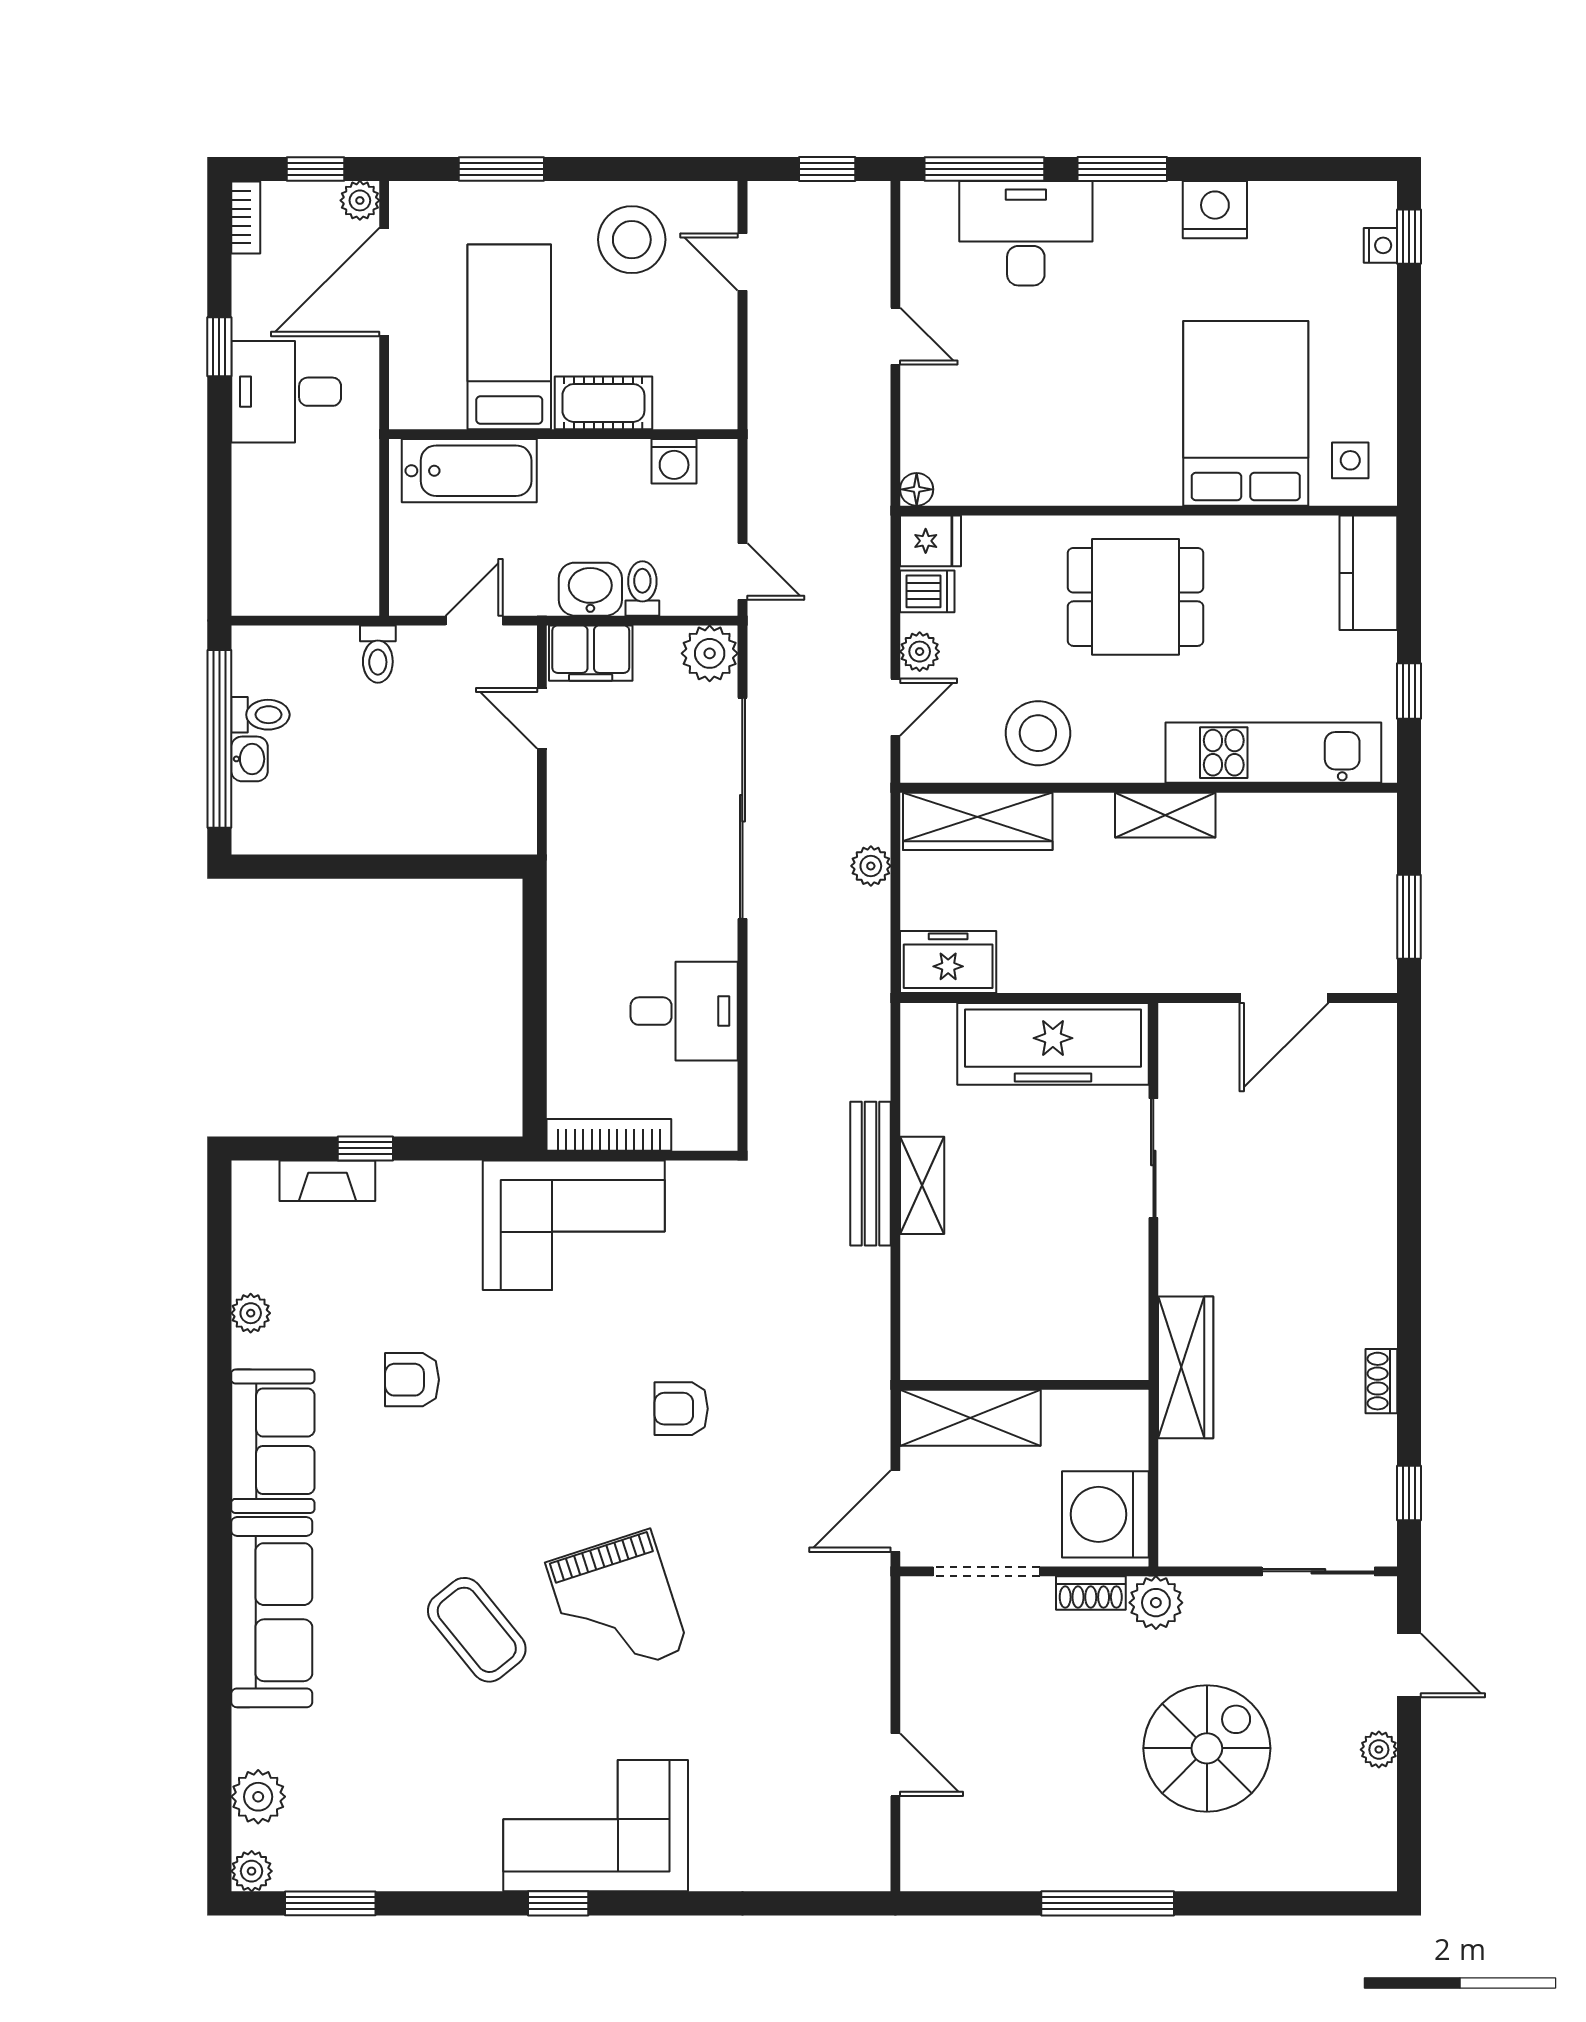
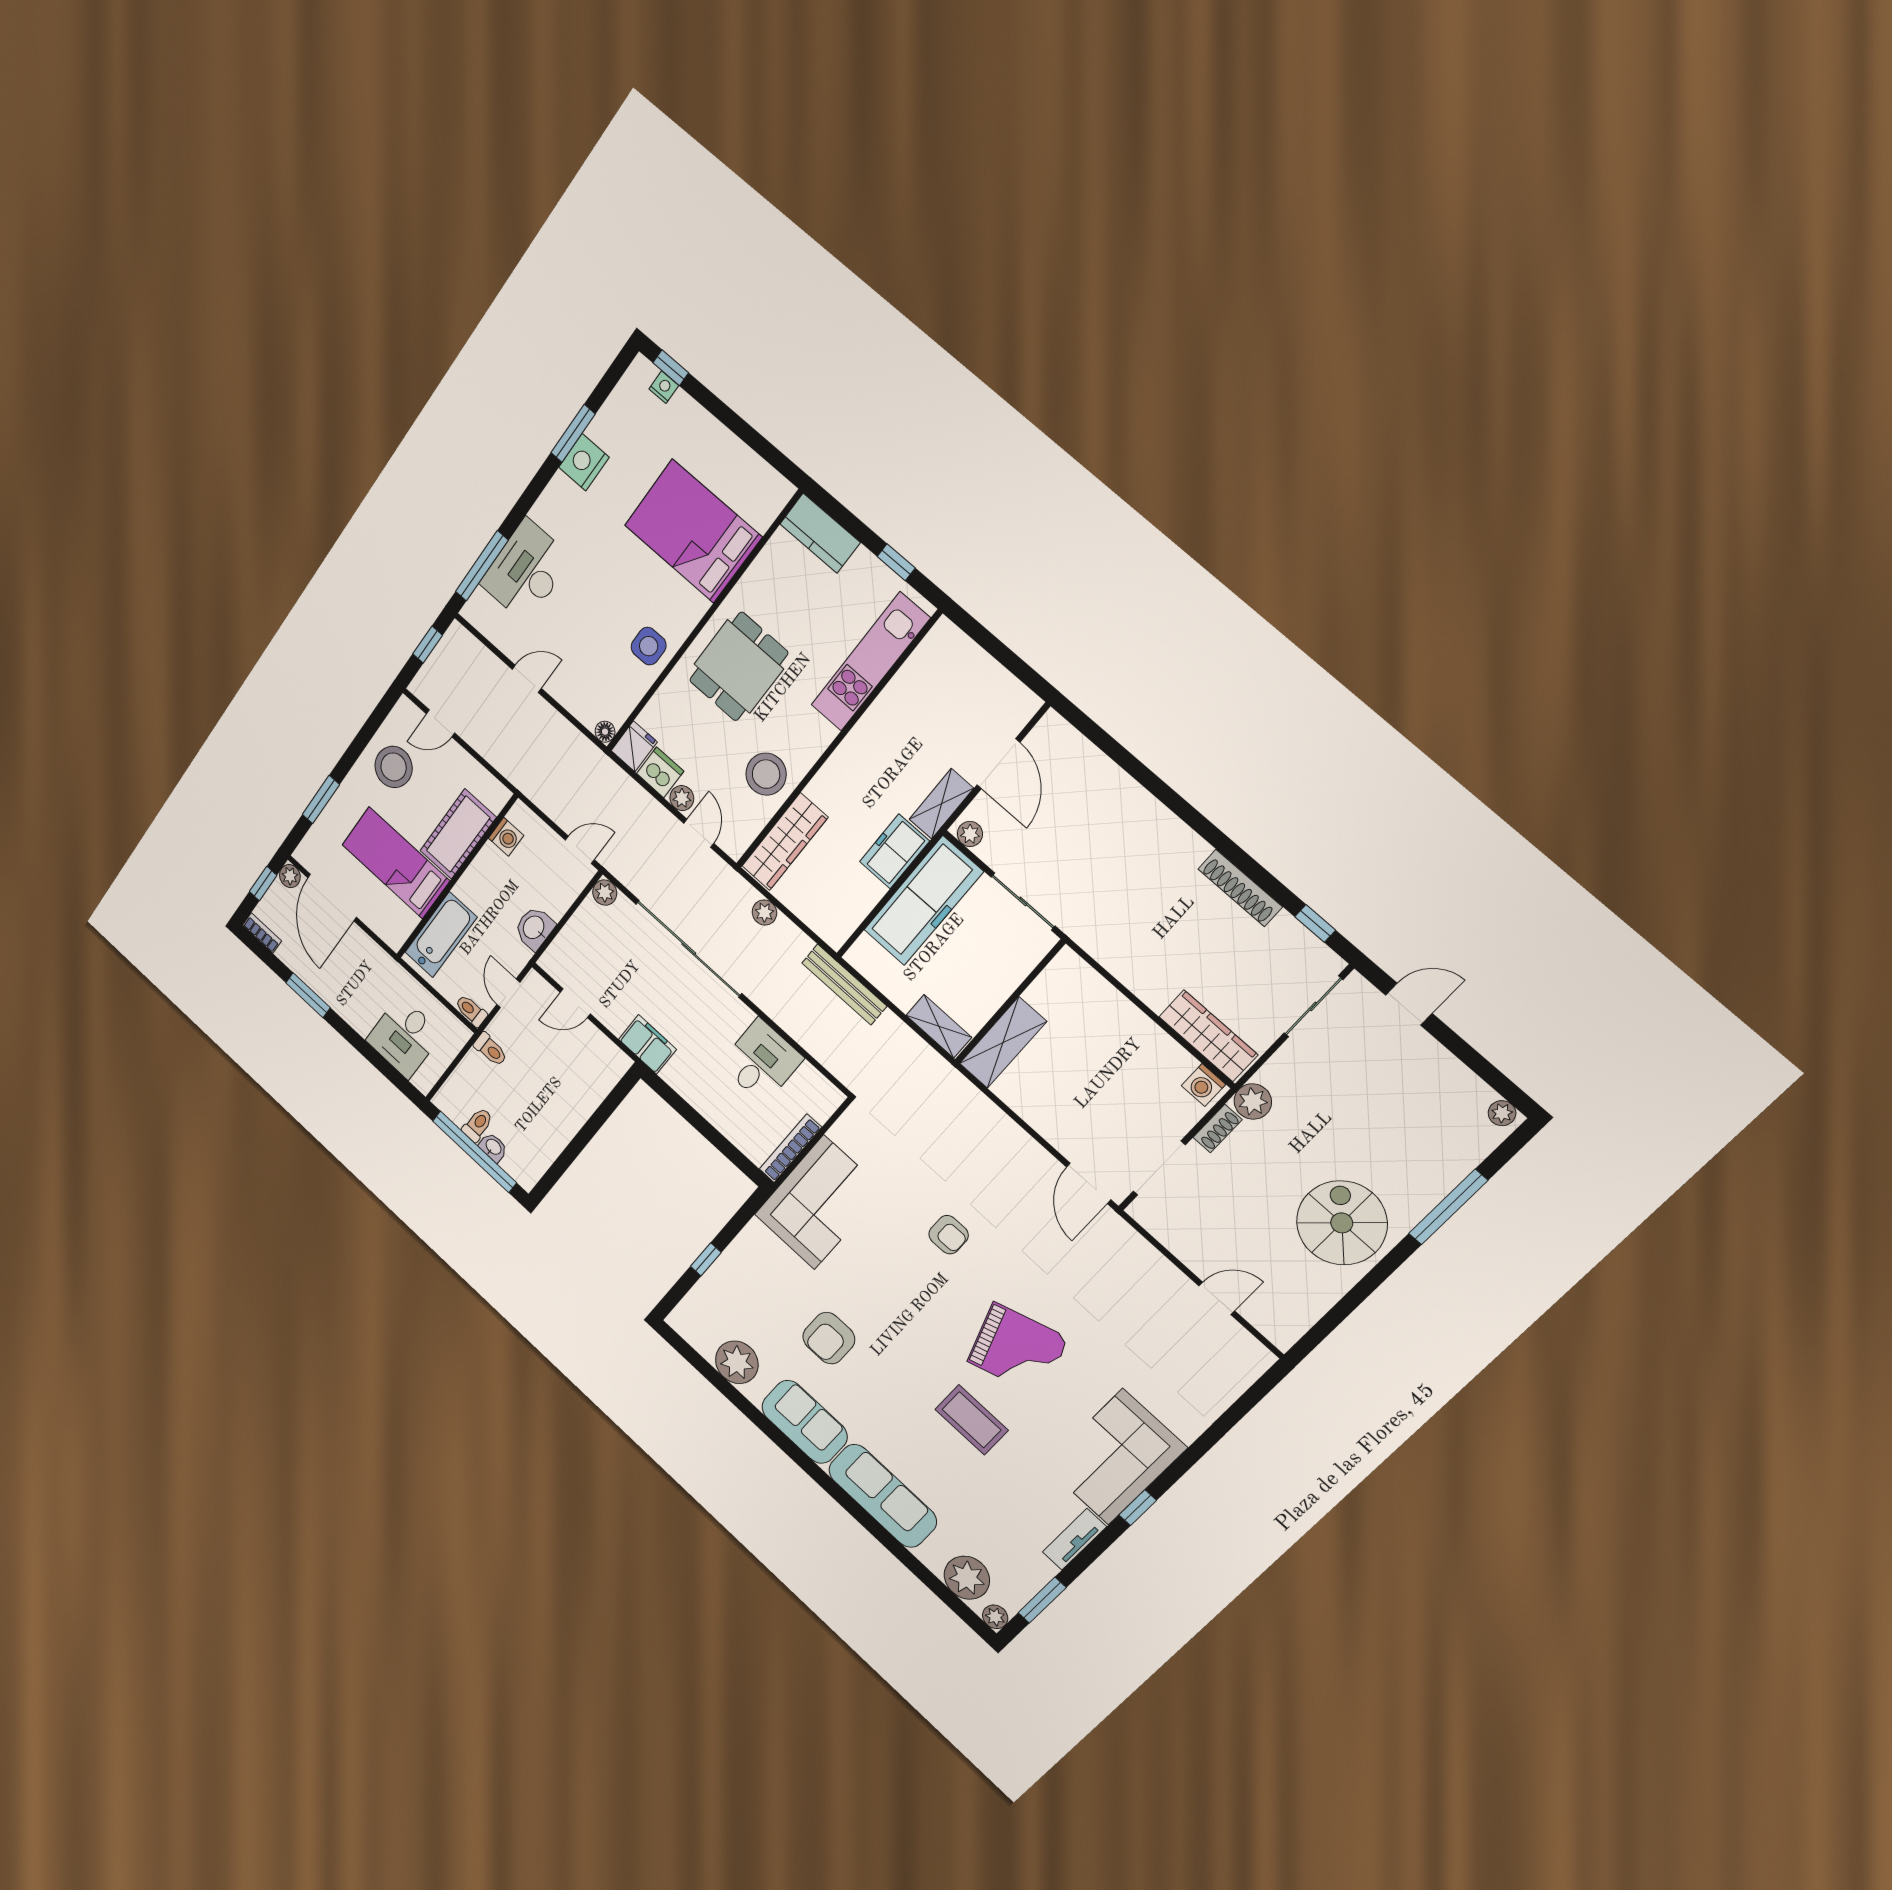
window: (1122, 169) -> (573, 433), moved
window: (219, 347) -> (308, 995), width x1.50
desk: (286, 392) -> (404, 1037), moved
cot: (603, 403) -> (458, 834), width x1.37, depth x1.34
side table: (1350, 460) -> (649, 646), moved, width x1.37, depth x1.37
toilet: (642, 588) -> (471, 1011), moved
dishwasher: (927, 591) -> (660, 772), width x1.38
filing cabinet: (591, 653) -> (648, 1044), moved, turned -90
plant: (710, 653) -> (605, 893), width x0.73, depth x0.73
shelving: (1165, 815) -> (941, 804), moved
window: (1409, 917) -> (1011, 662), removed
freezer: (948, 962) -> (895, 851), moved
plant: (1177, 1033) -> (970, 834), added
bench: (870, 1174) -> (844, 985), moved
fireplace: (327, 1181) -> (707, 1289), removed
plant: (251, 1313) -> (737, 1362), width x1.87, depth x1.87
wardrobe: (1186, 1367) -> (1208, 1036), moved
armchair: (412, 1380) -> (829, 1338), width x1.38, depth x1.38
shoe rack: (1381, 1381) -> (1240, 888), width x1.94, depth x1.24
wall: (1024, 1385) -> (1010, 1002), moved
armchair: (681, 1409) -> (949, 1235), turned -90
shelving: (970, 1418) -> (1003, 1043), moved
washing machine: (1105, 1514) -> (1203, 1085), width x0.53, depth x0.53
coffee table: (477, 1630) -> (972, 1420), turned 39
spiral stairs: (1207, 1748) -> (1342, 1223), moved
plant: (1379, 1750) -> (1502, 1113), moved
plant: (258, 1797) -> (967, 1578), width x1.36, depth x1.36
tv unit: (446, 1871) -> (1074, 1539), added
window: (1108, 1903) -> (1448, 1207), moved

